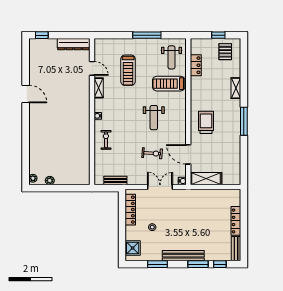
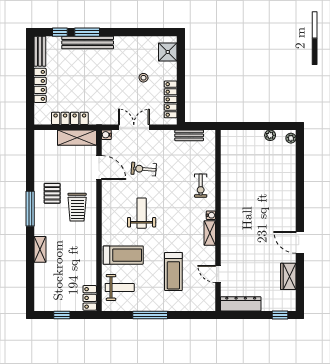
pallet: (225, 52) -> (52, 193), moved
weight bench: (172, 57) -> (120, 287), turned 90
locker: (196, 65) -> (90, 298), moved
wardrobe: (35, 66) -> (288, 276), added
treadmill: (128, 70) -> (173, 272), turned 180
shelving: (99, 88) -> (210, 233), moved
double door: (160, 187) -> (134, 127), swing flipped
locker: (212, 194) -> (70, 118), added
bench: (183, 256) -> (88, 42), moved
window: (157, 264) -> (137, 32), removed

